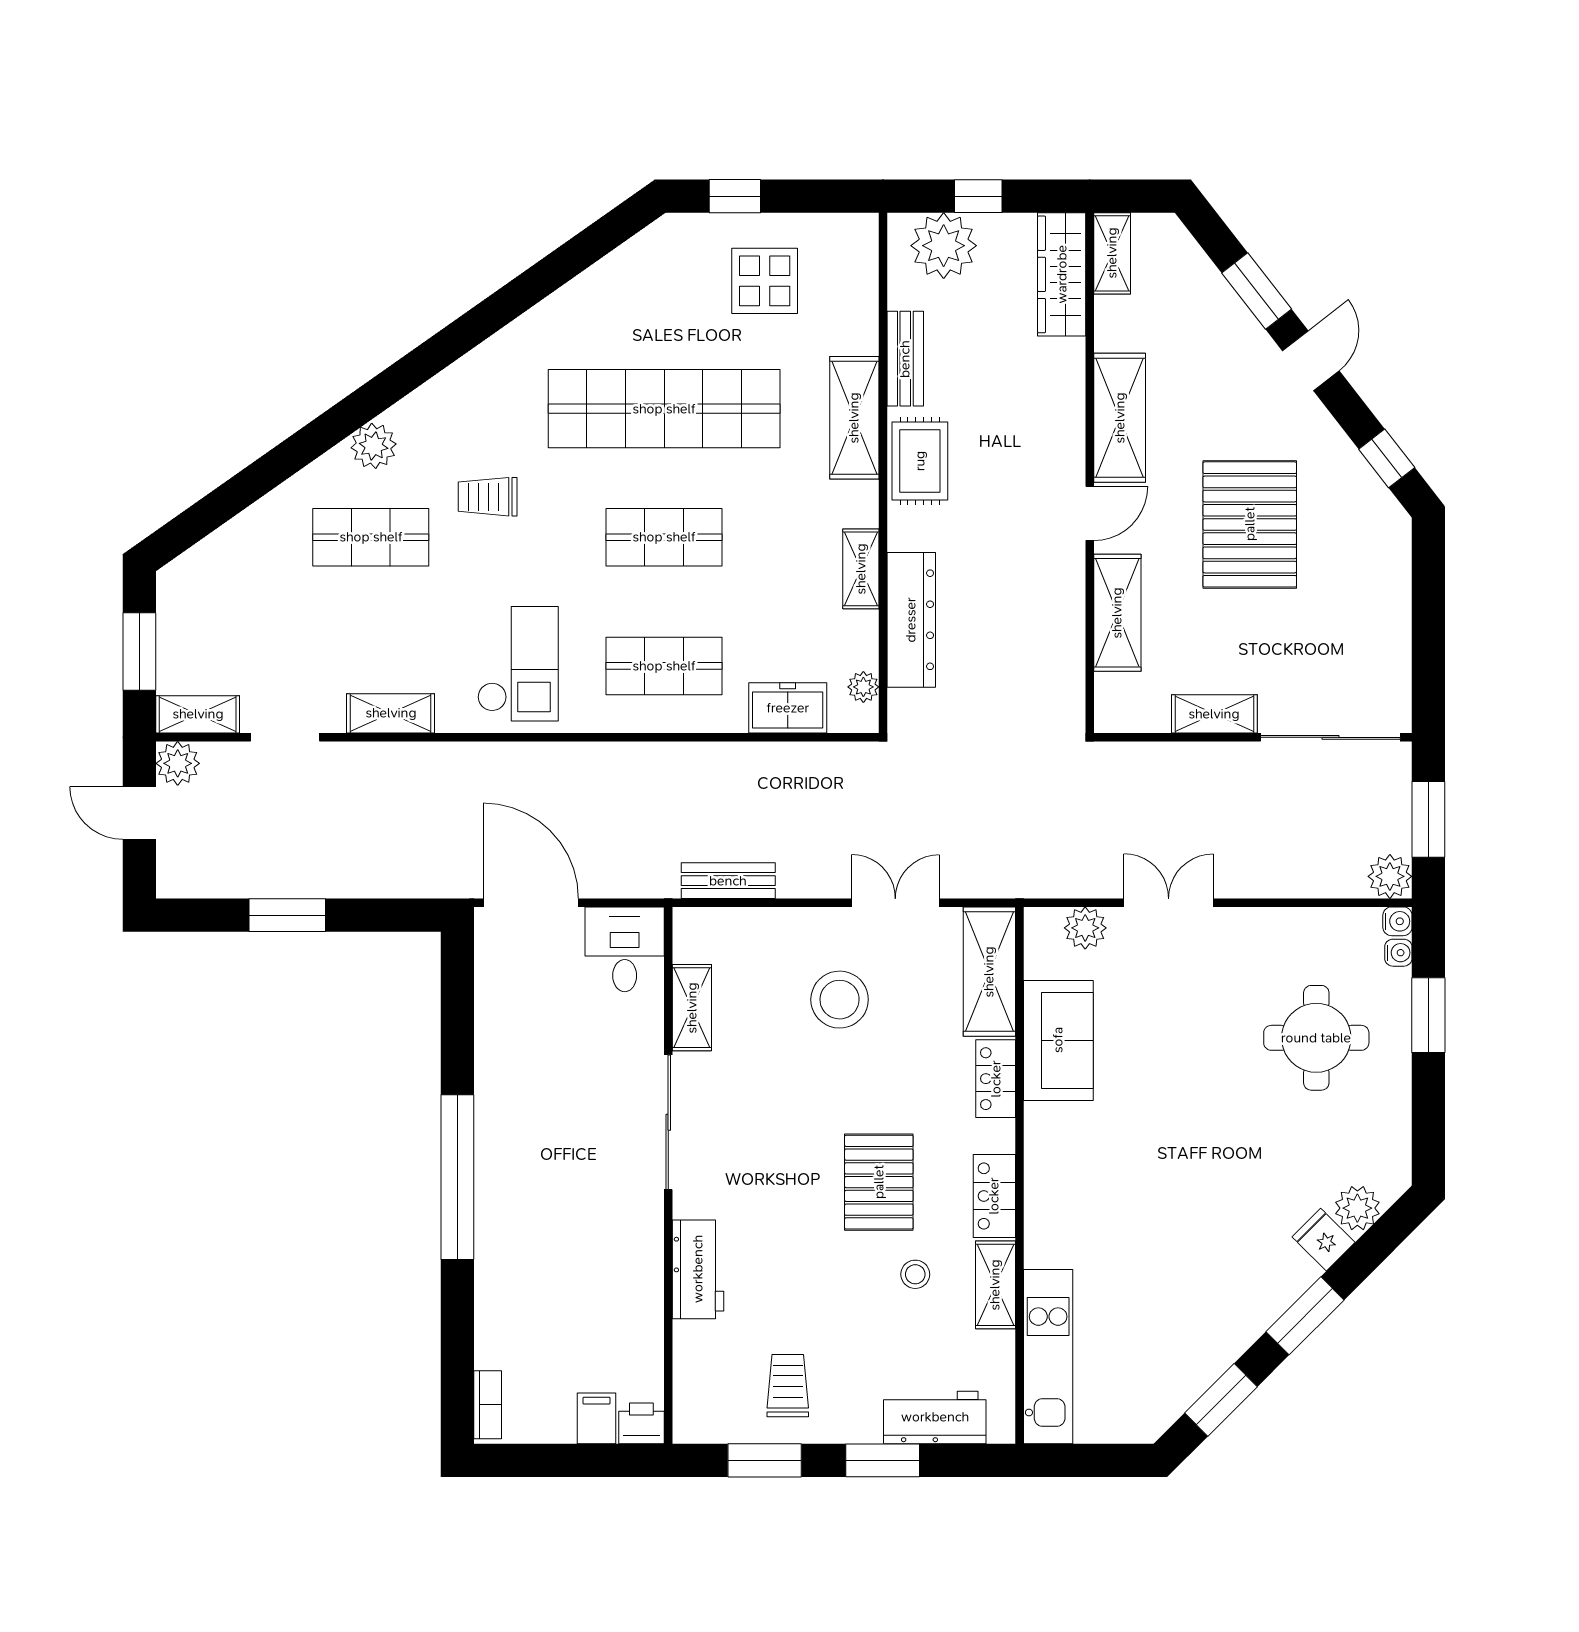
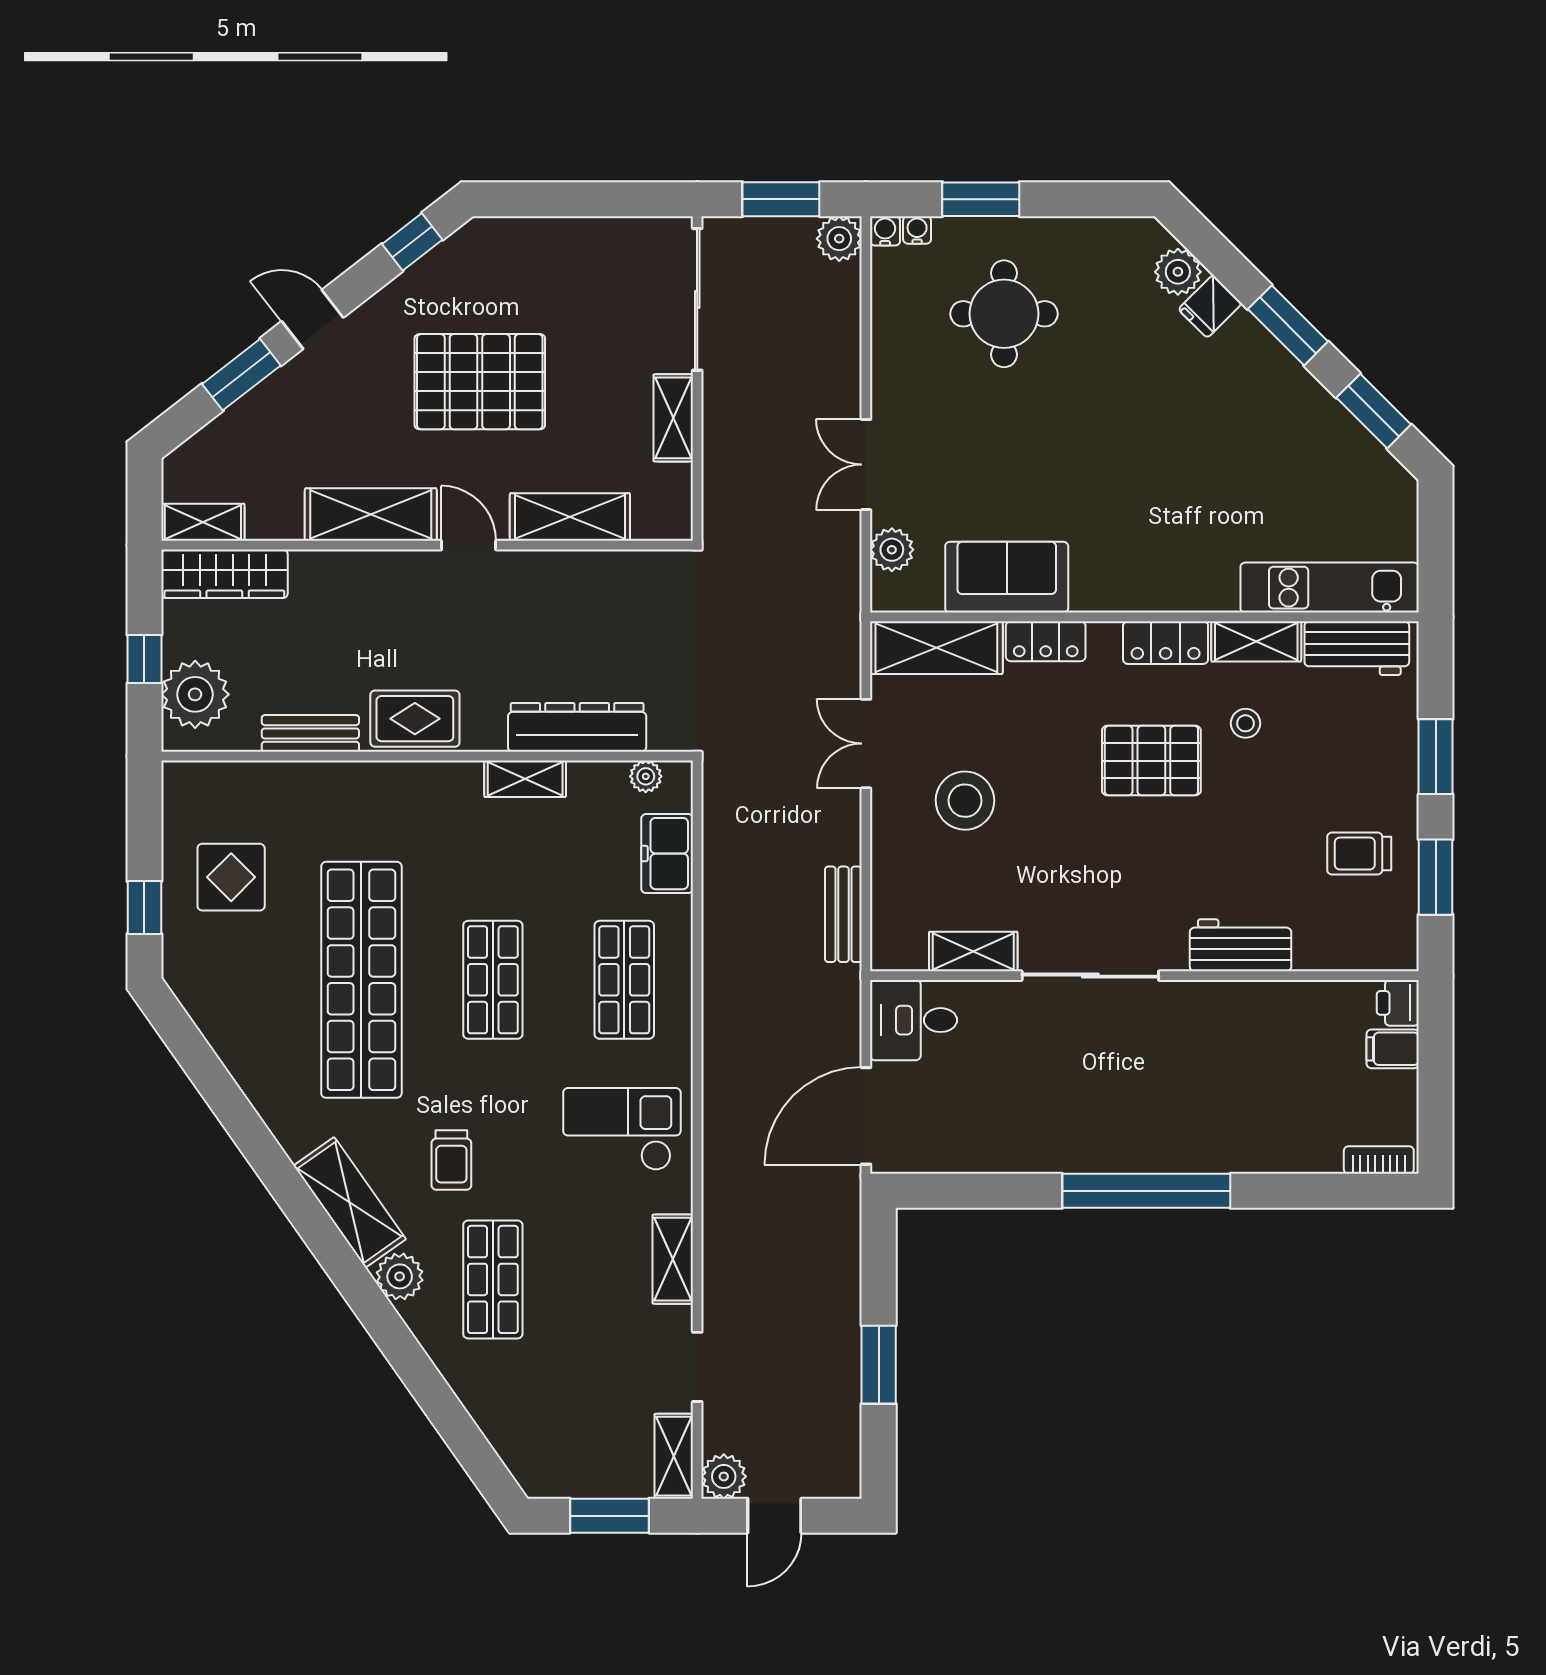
shelving: (854, 418) -> (350, 1202), moved, turned 55
workbench: (935, 1417) -> (1357, 648), moved, turned -90

